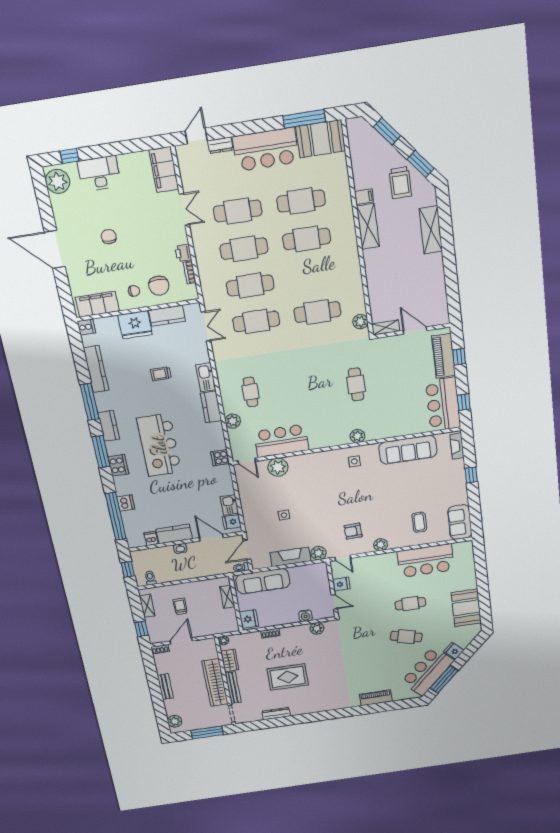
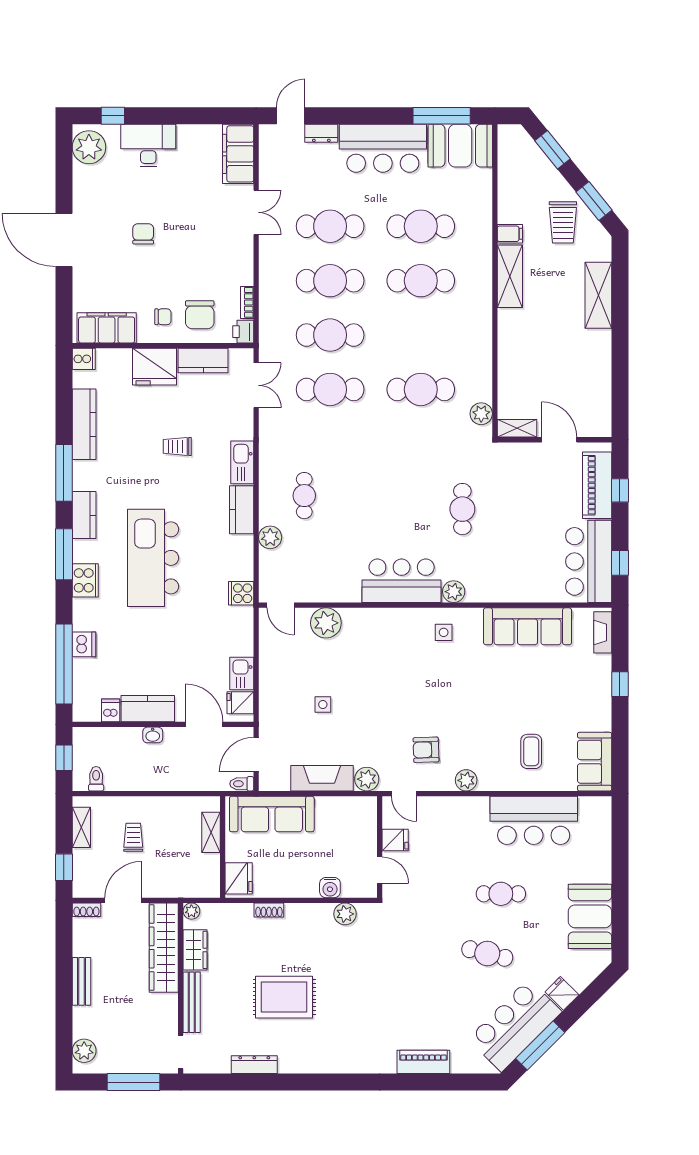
printer: (183, 253) -> (243, 332), moved
bar counter: (281, 441) -> (402, 581), moved
wardrobe: (215, 683) -> (164, 948), moved

